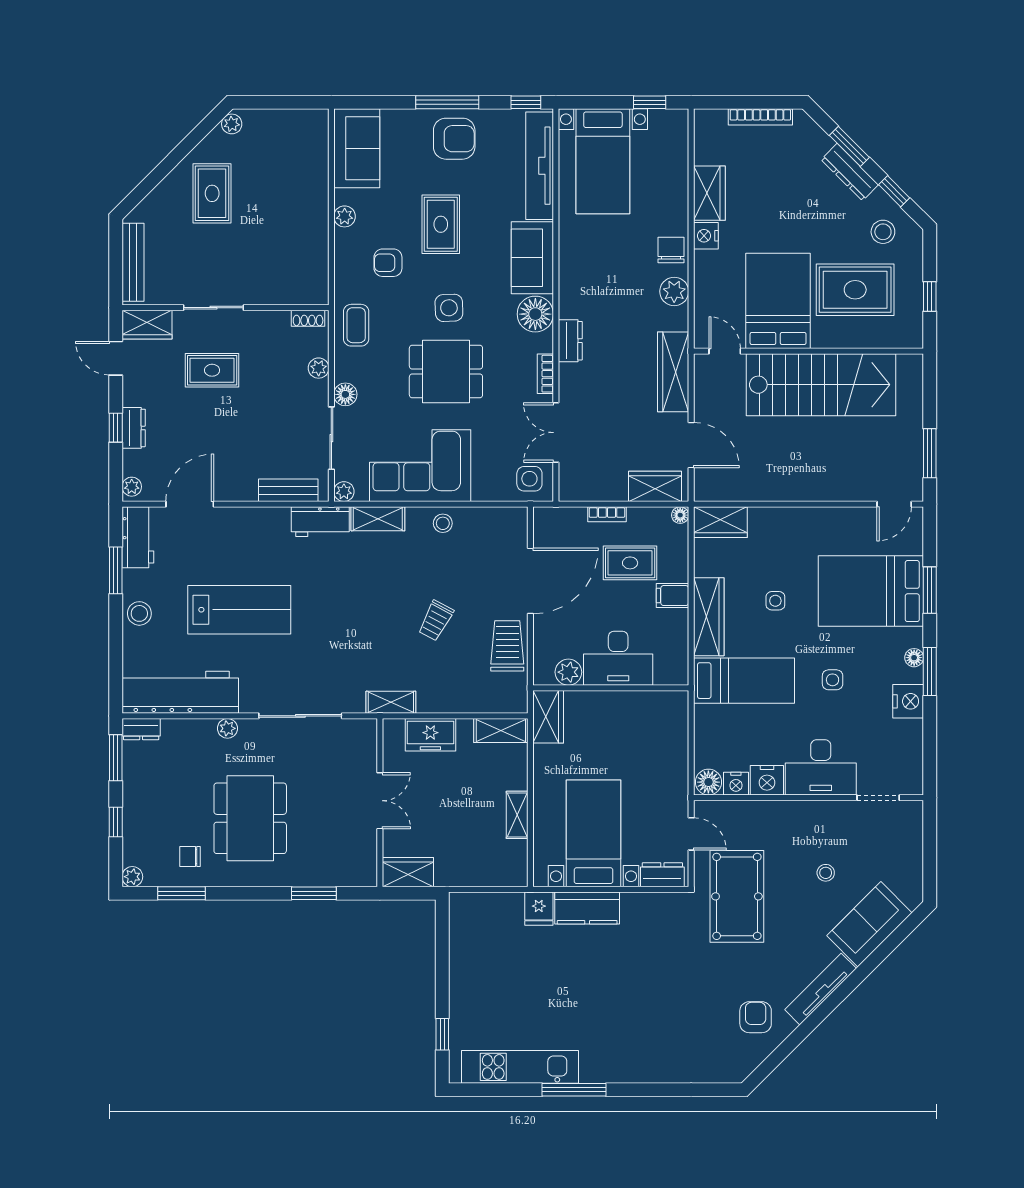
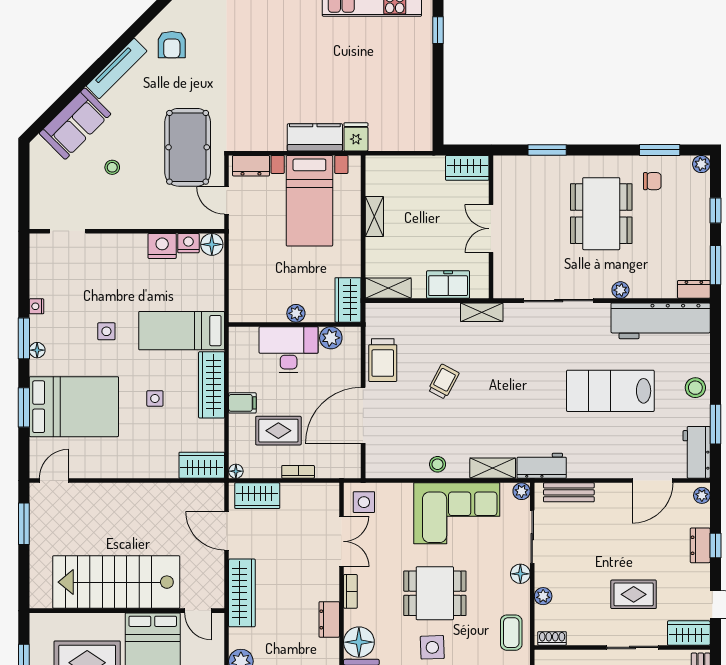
plant: (609, 701) -> (296, 313), added
nightstand: (908, 701) -> (36, 306), width x0.53, depth x0.56
desk: (821, 767) -> (116, 257), removed

